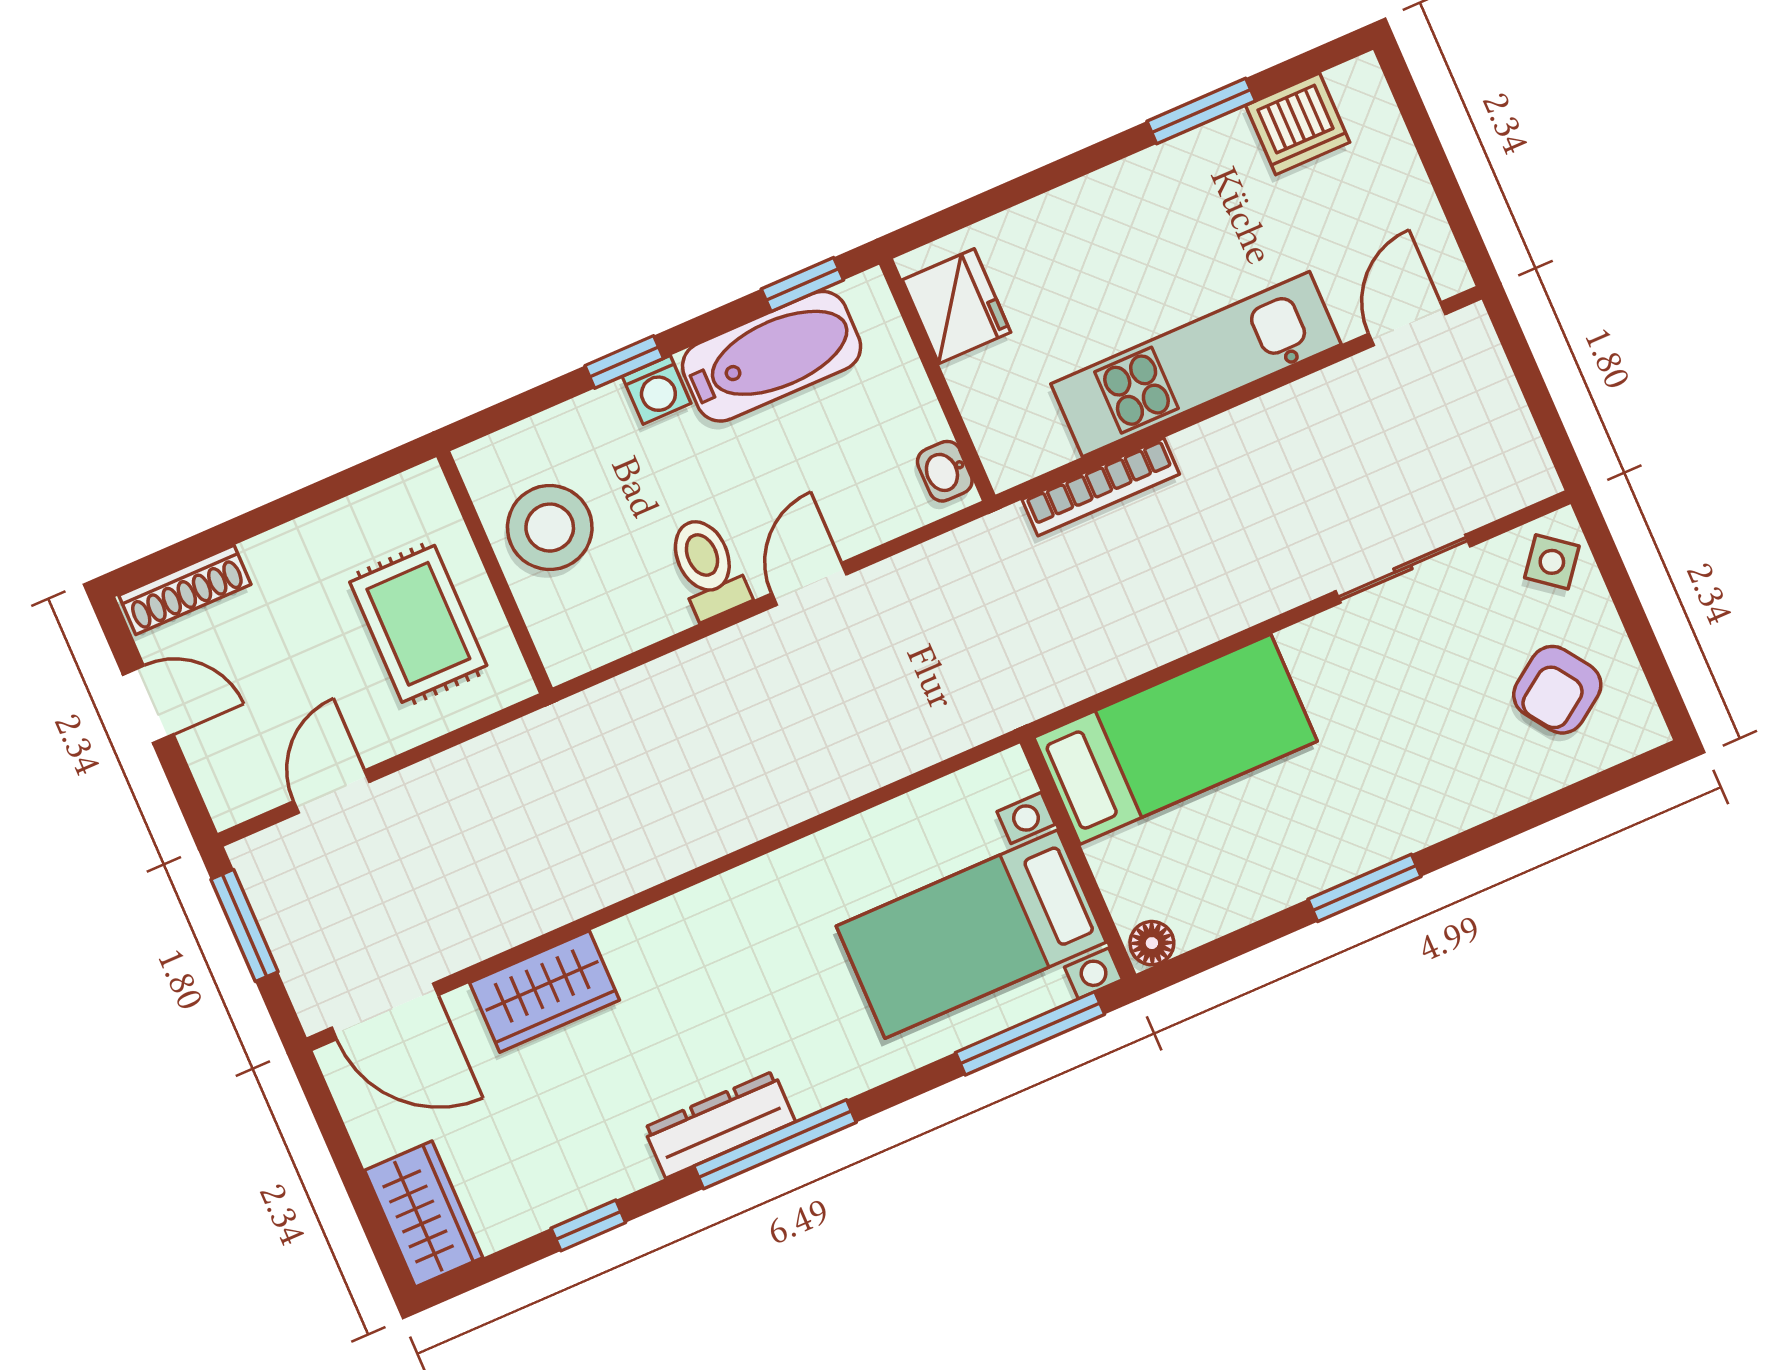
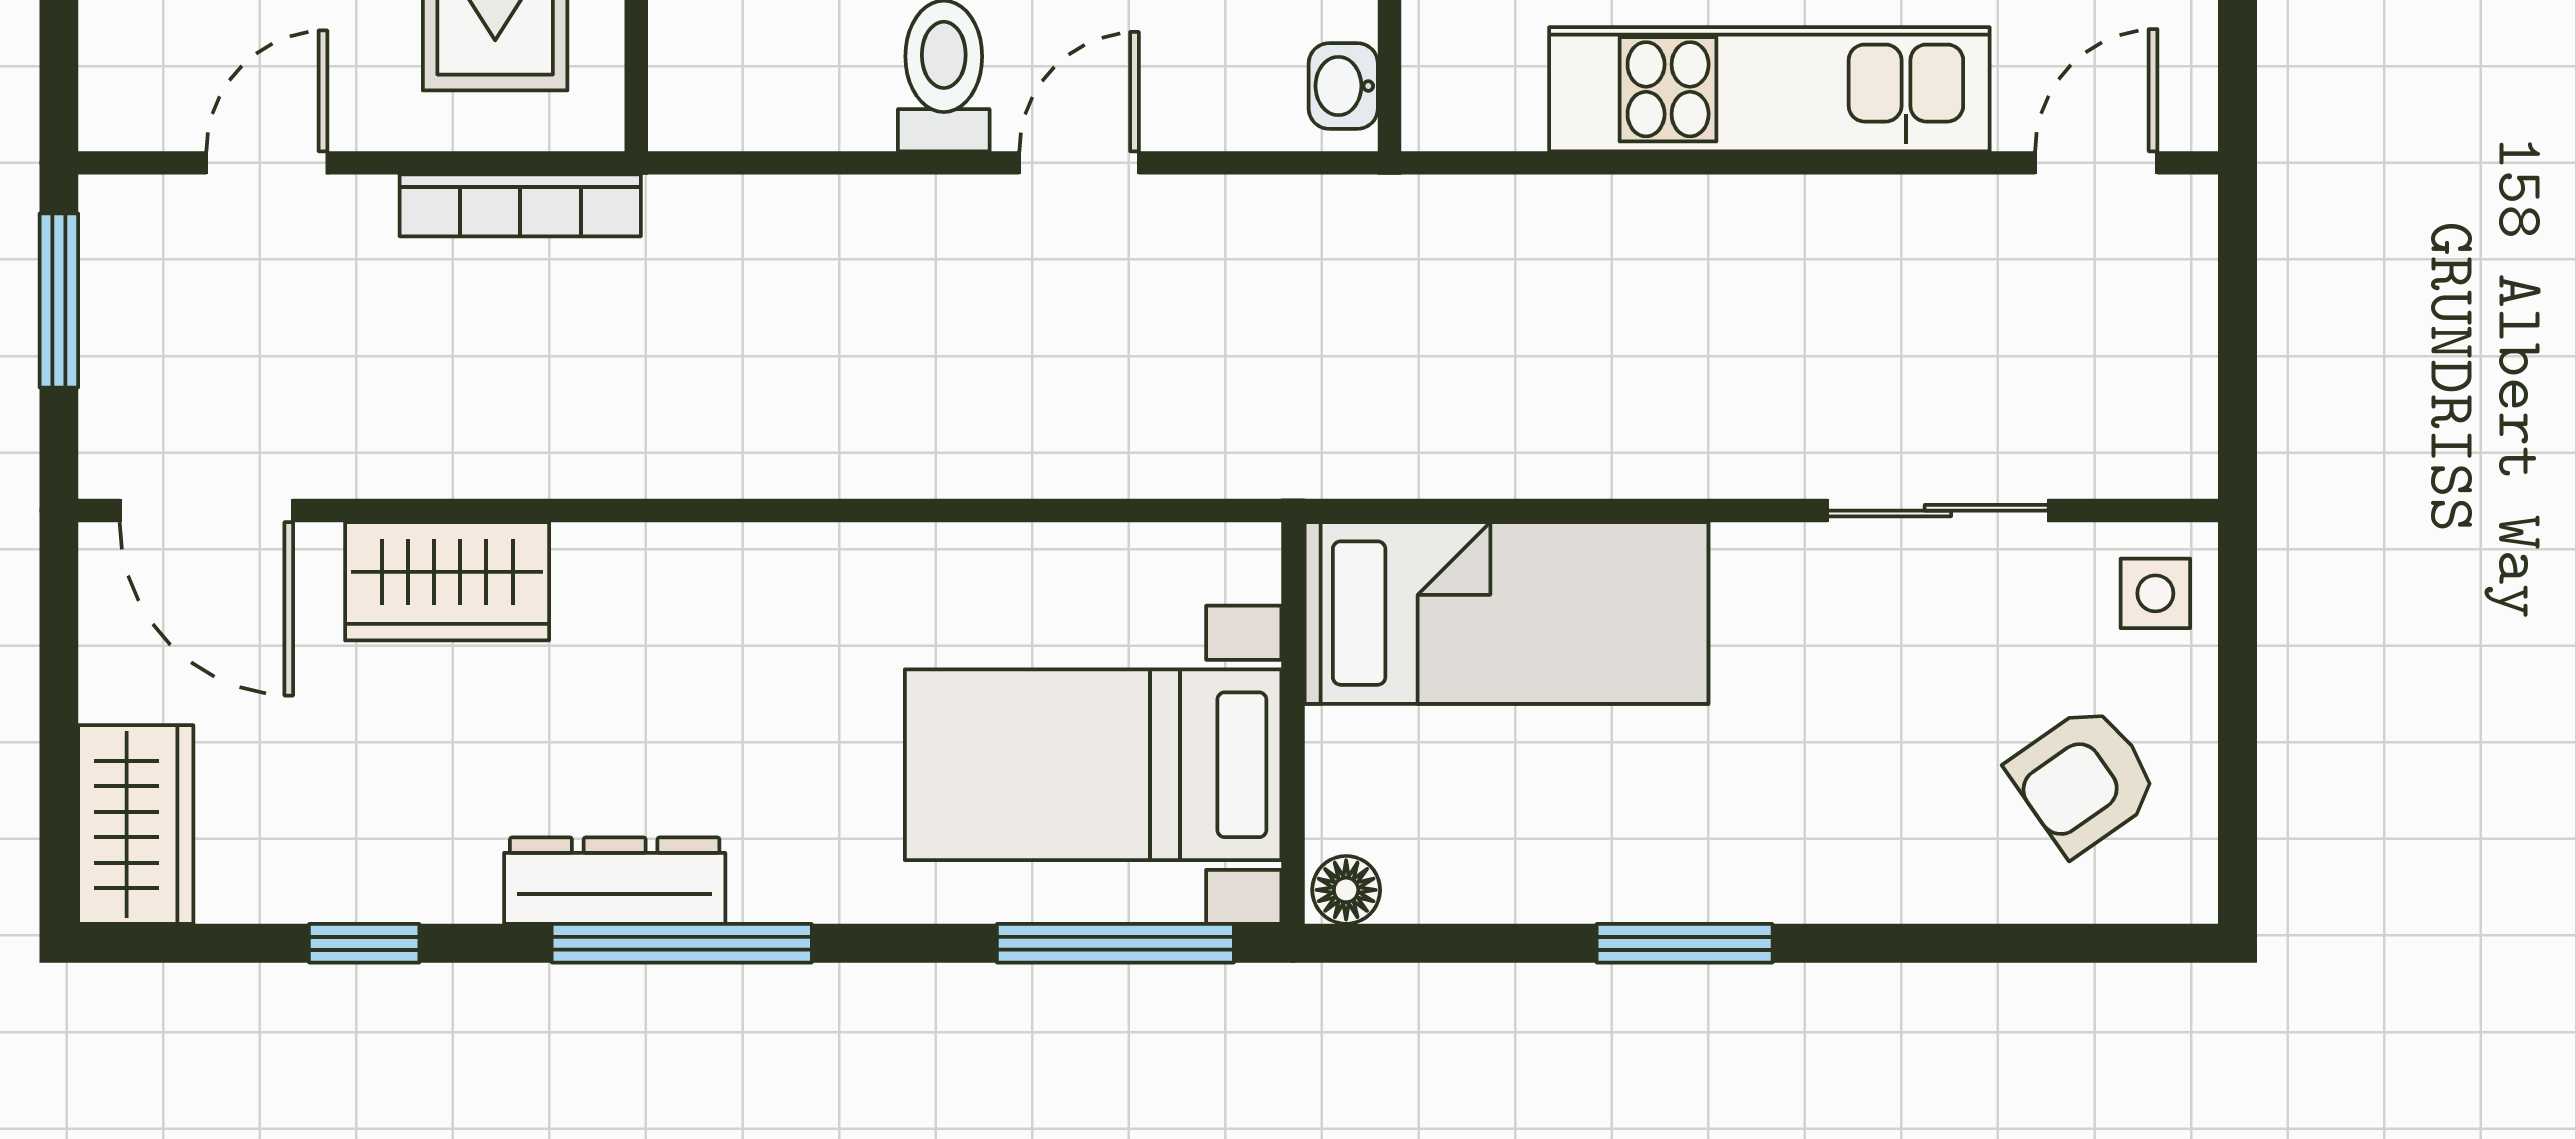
bookcase: (1101, 487) -> (520, 205), moved
side table: (1552, 562) -> (2155, 593), turned -38

